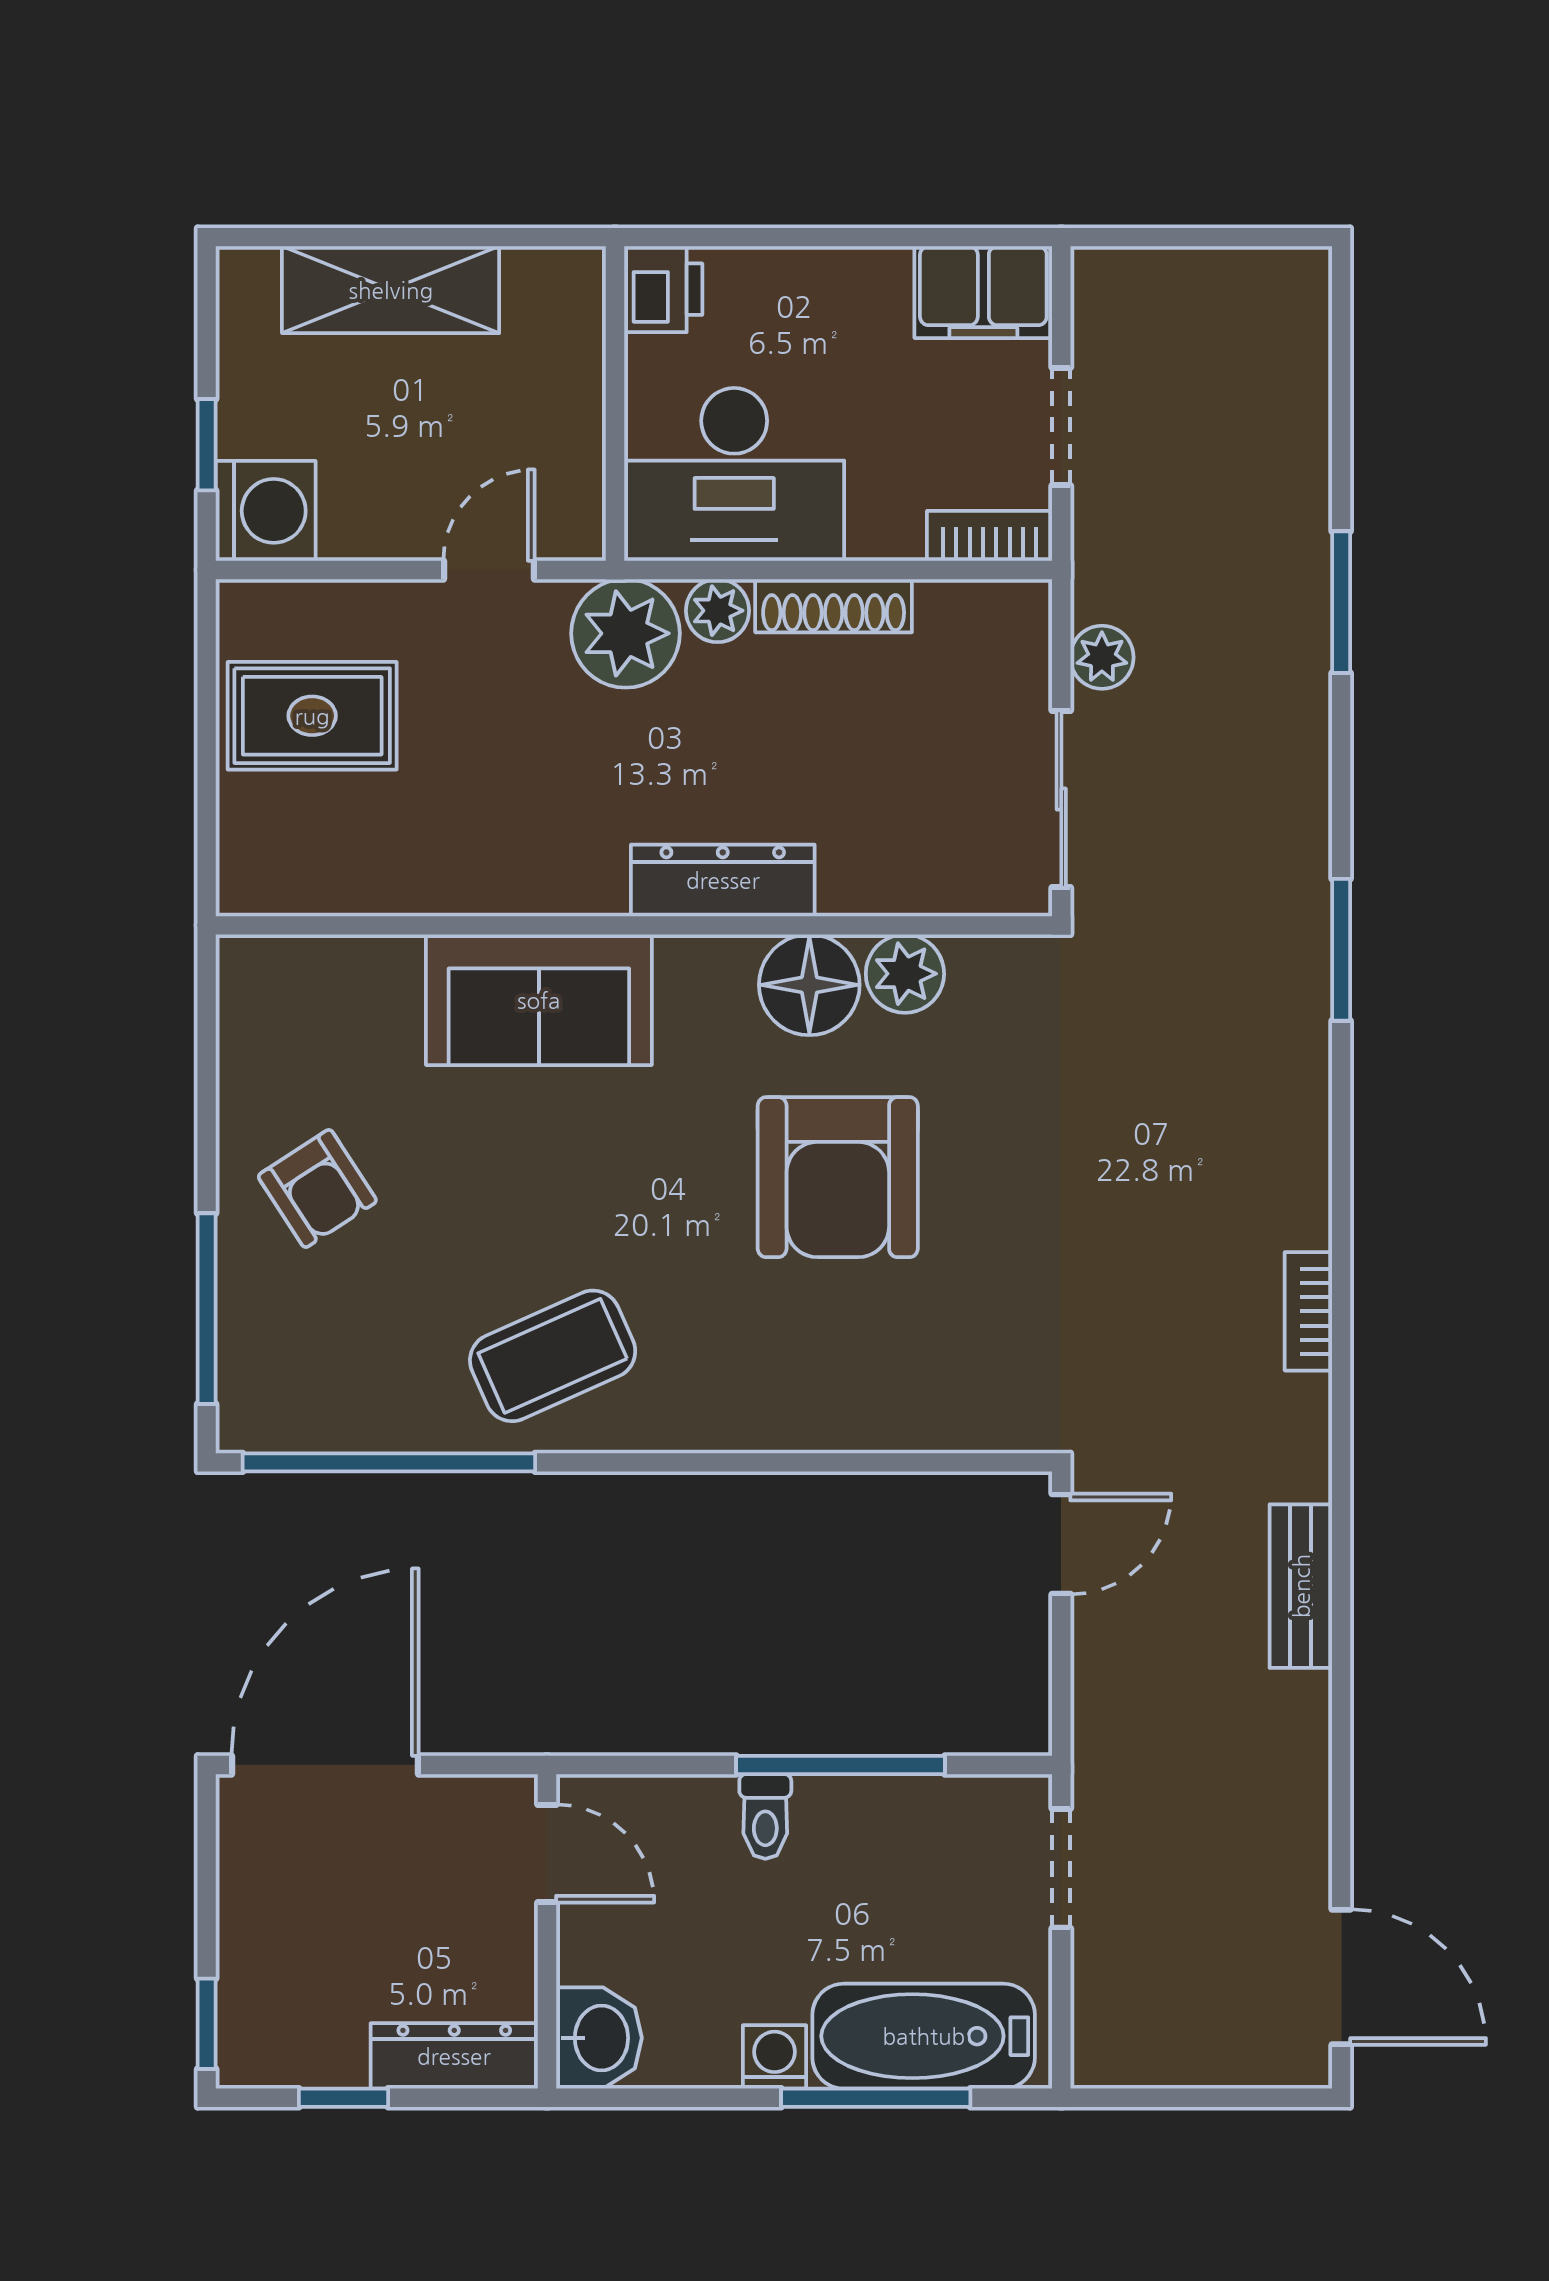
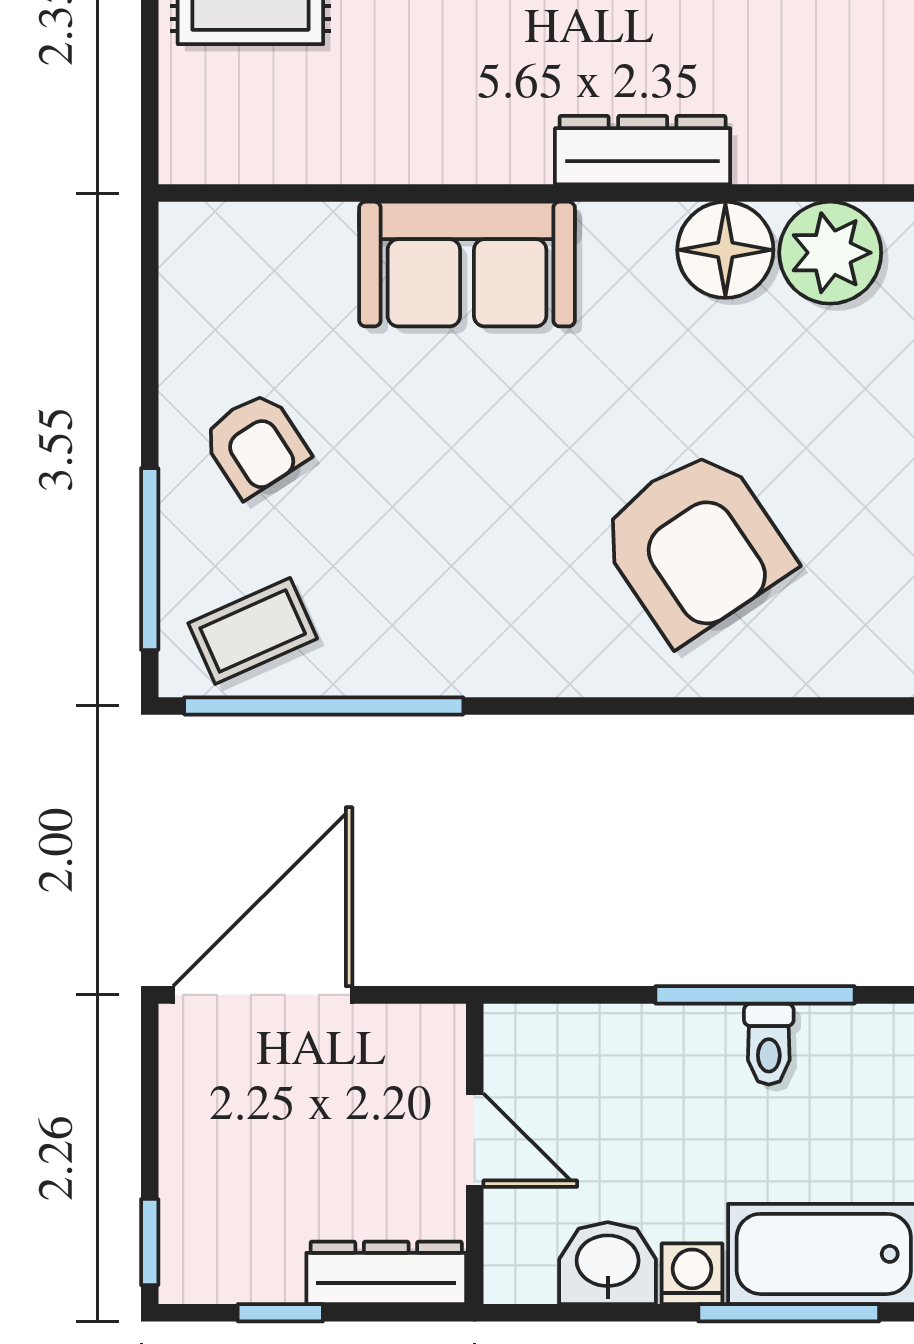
plant: (905, 974) -> (830, 253), width x1.36, depth x1.36
armchair: (838, 1177) -> (695, 545), moved, turned -34
coffee table: (553, 1356) -> (253, 631), moved, width x0.73, depth x0.77
toilet: (765, 1816) -> (769, 1044), moved
door: (547, 1854) -> (475, 1140), moved
washbasin: (599, 2038) -> (608, 1263), moved, turned -90

